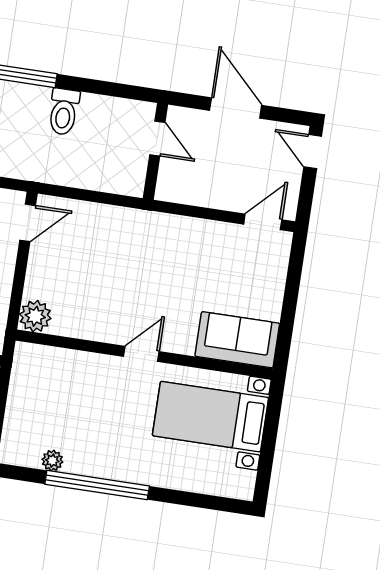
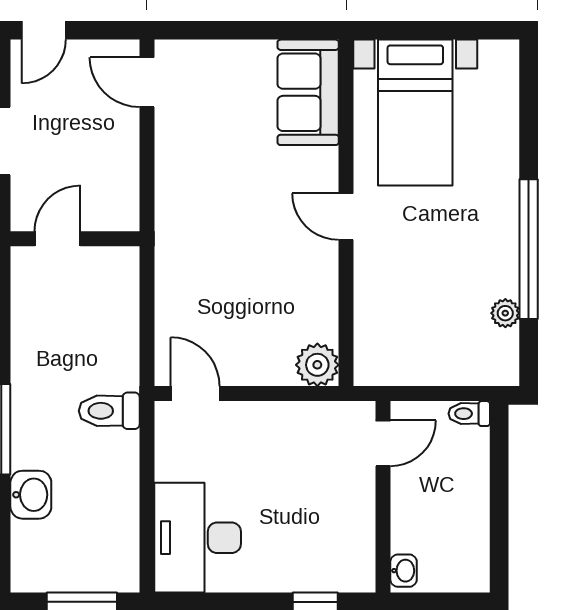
toilet: (64, 112) -> (109, 411), moved, turned 180

